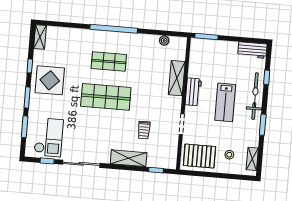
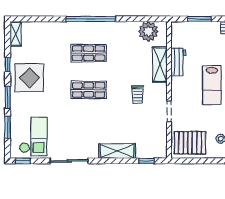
window: (206, 36) -> (200, 19), moved
plant: (164, 41) -> (148, 31), width x1.87, depth x1.87
workbench: (193, 92) -> (178, 62), moved
shop shelf: (106, 97) -> (89, 90), width x0.70, depth x0.74
trolley: (144, 130) -> (138, 95), moved
window: (47, 161) -> (23, 161), moved

